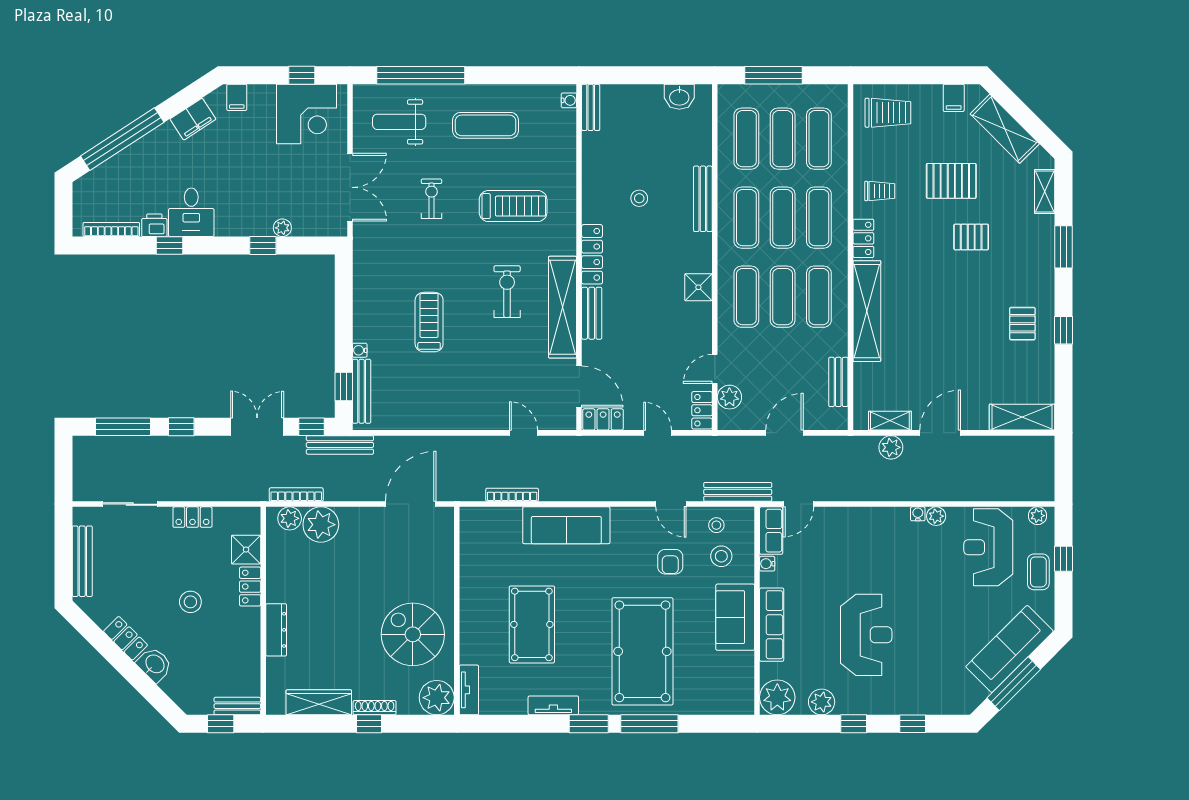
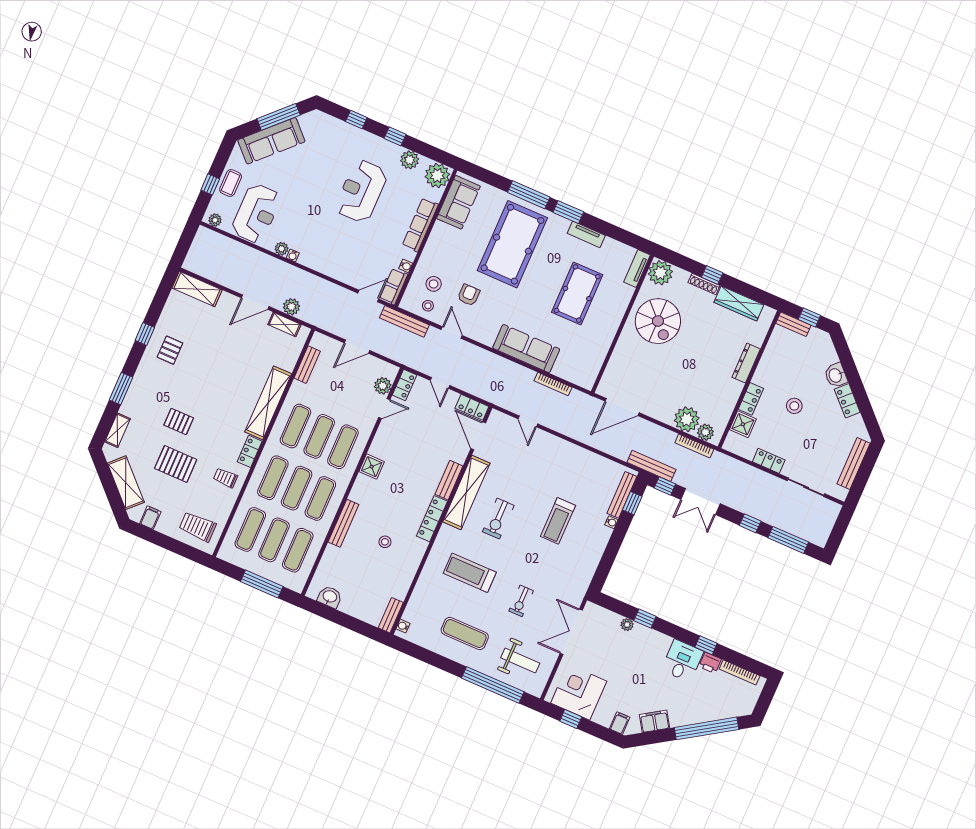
sofa: (735, 617) -> (458, 202), moved

